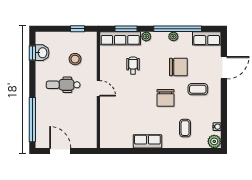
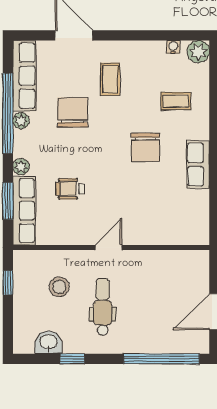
row of seats: (207, 38) -> (24, 76), width x1.48
window: (32, 53) -> (72, 359), moved
dental chair: (63, 85) -> (103, 307), turned 180
chair: (165, 98) -> (145, 147), moved, turned 90

